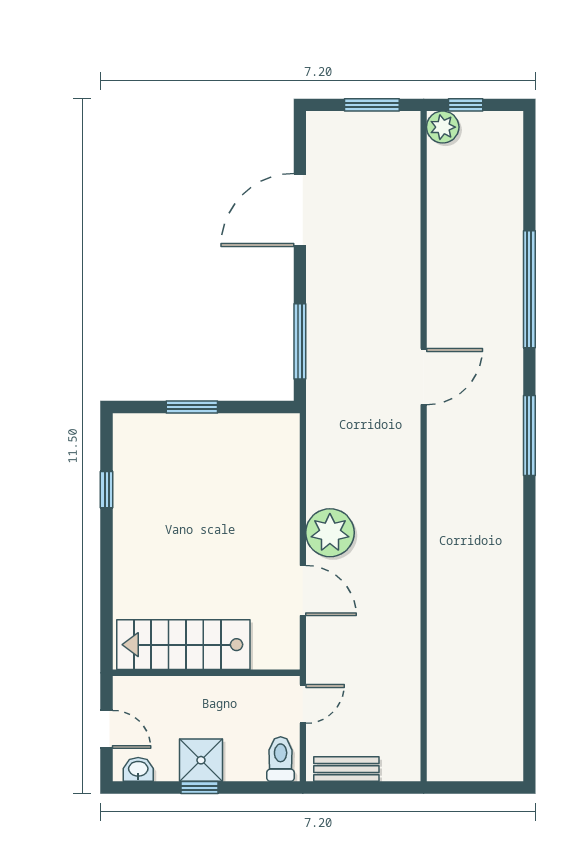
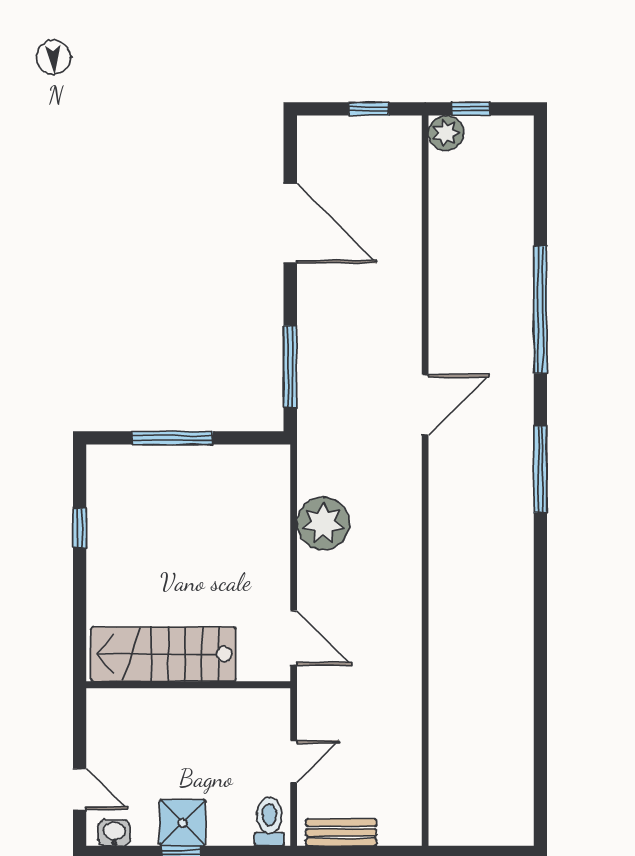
window: (372, 105) -> (369, 109), width x0.67
door: (300, 210) -> (290, 223), swing flipped
window: (192, 407) -> (173, 438), width x1.44
plant: (330, 533) -> (323, 523), moved
stairs: (183, 645) -> (163, 654), moved
wall: (206, 673) -> (188, 685), moved

